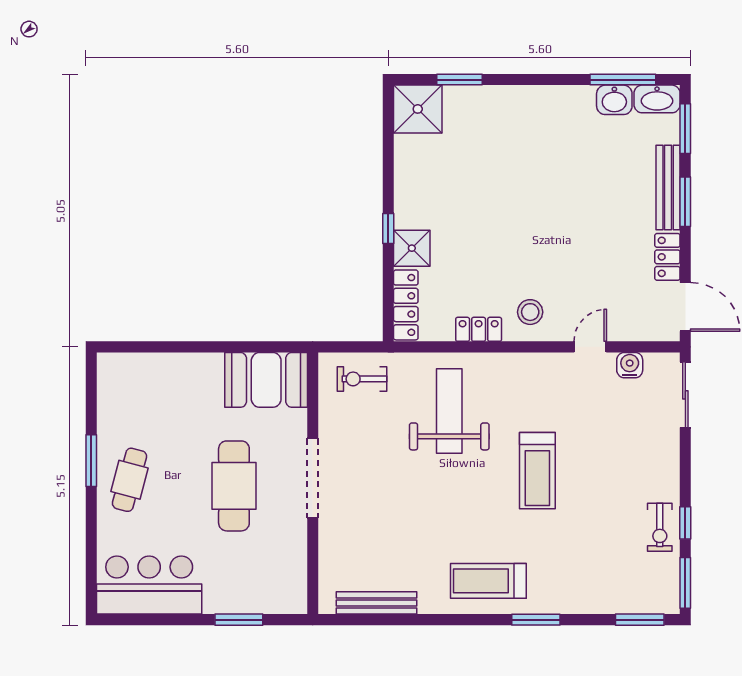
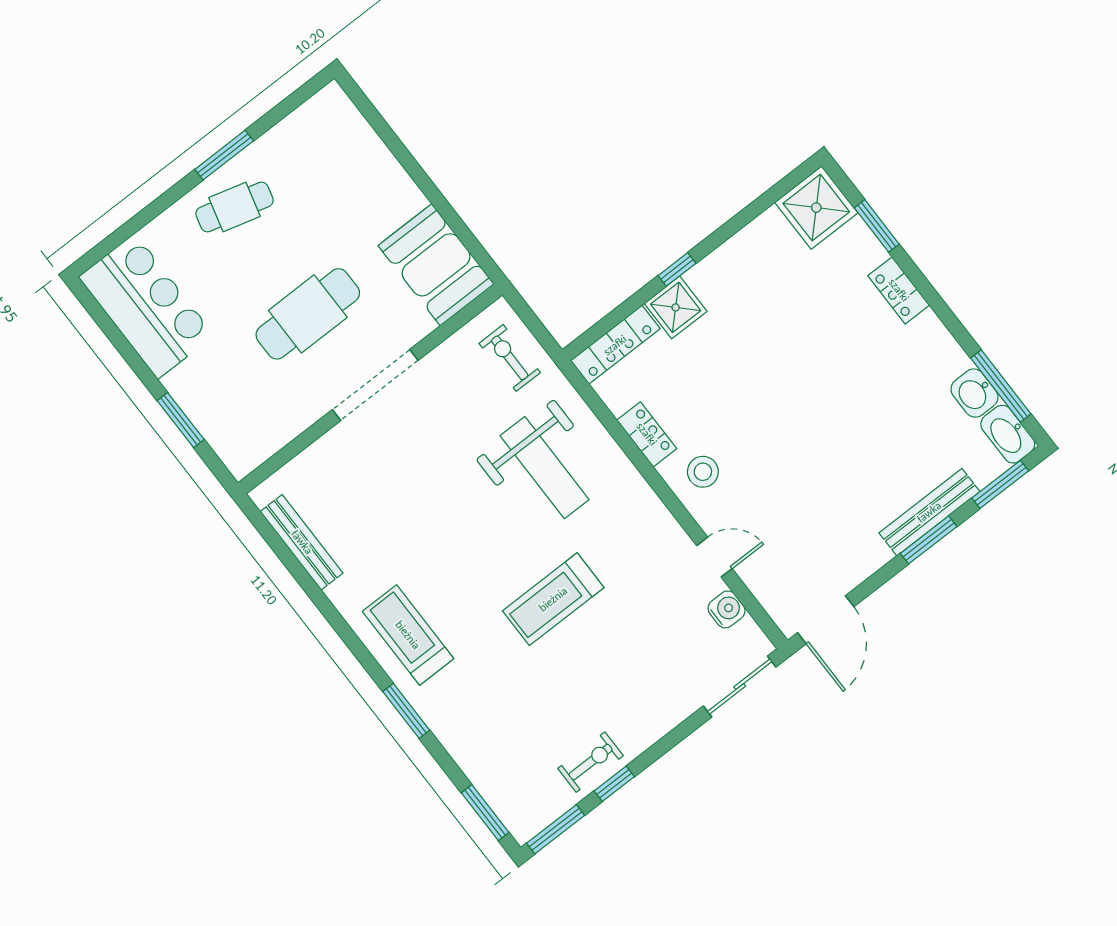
locker: (667, 257) -> (899, 290), moved, turned -90
weight bench: (449, 411) -> (545, 468), turned 90
exercise bike: (660, 527) -> (591, 762), turned 180

